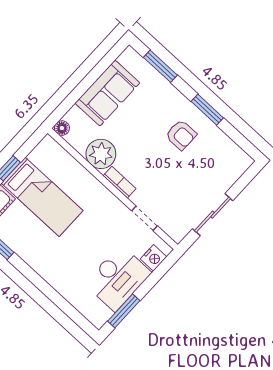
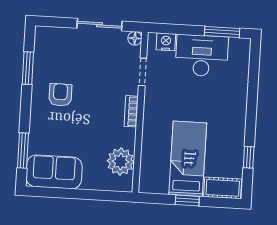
sofa: (107, 93) -> (54, 172), moved
window: (207, 110) -> (28, 68), moved
floor lamp: (62, 128) -> (135, 38), moved
plant: (101, 154) -> (121, 162), moved

